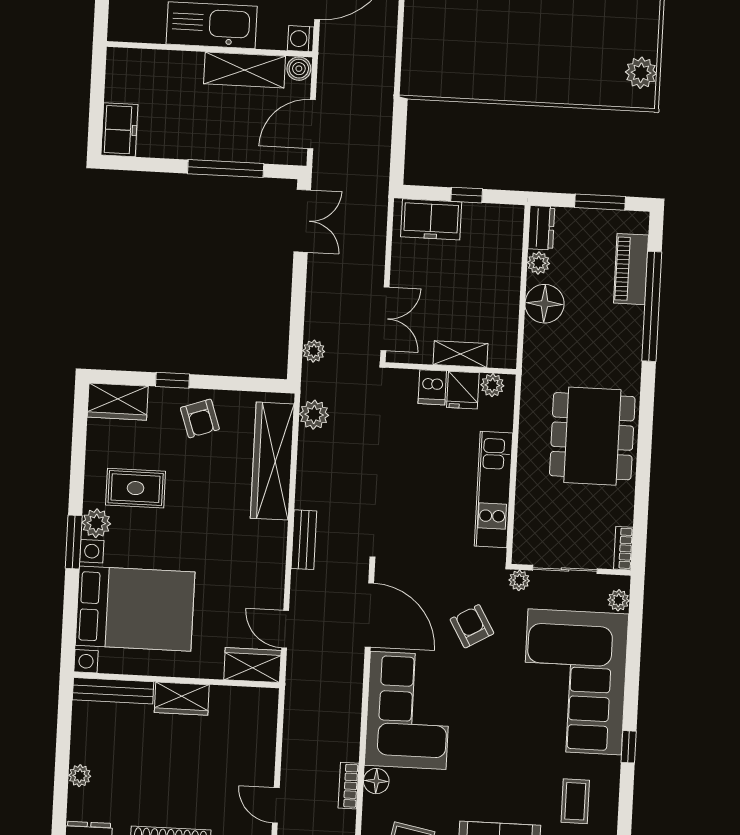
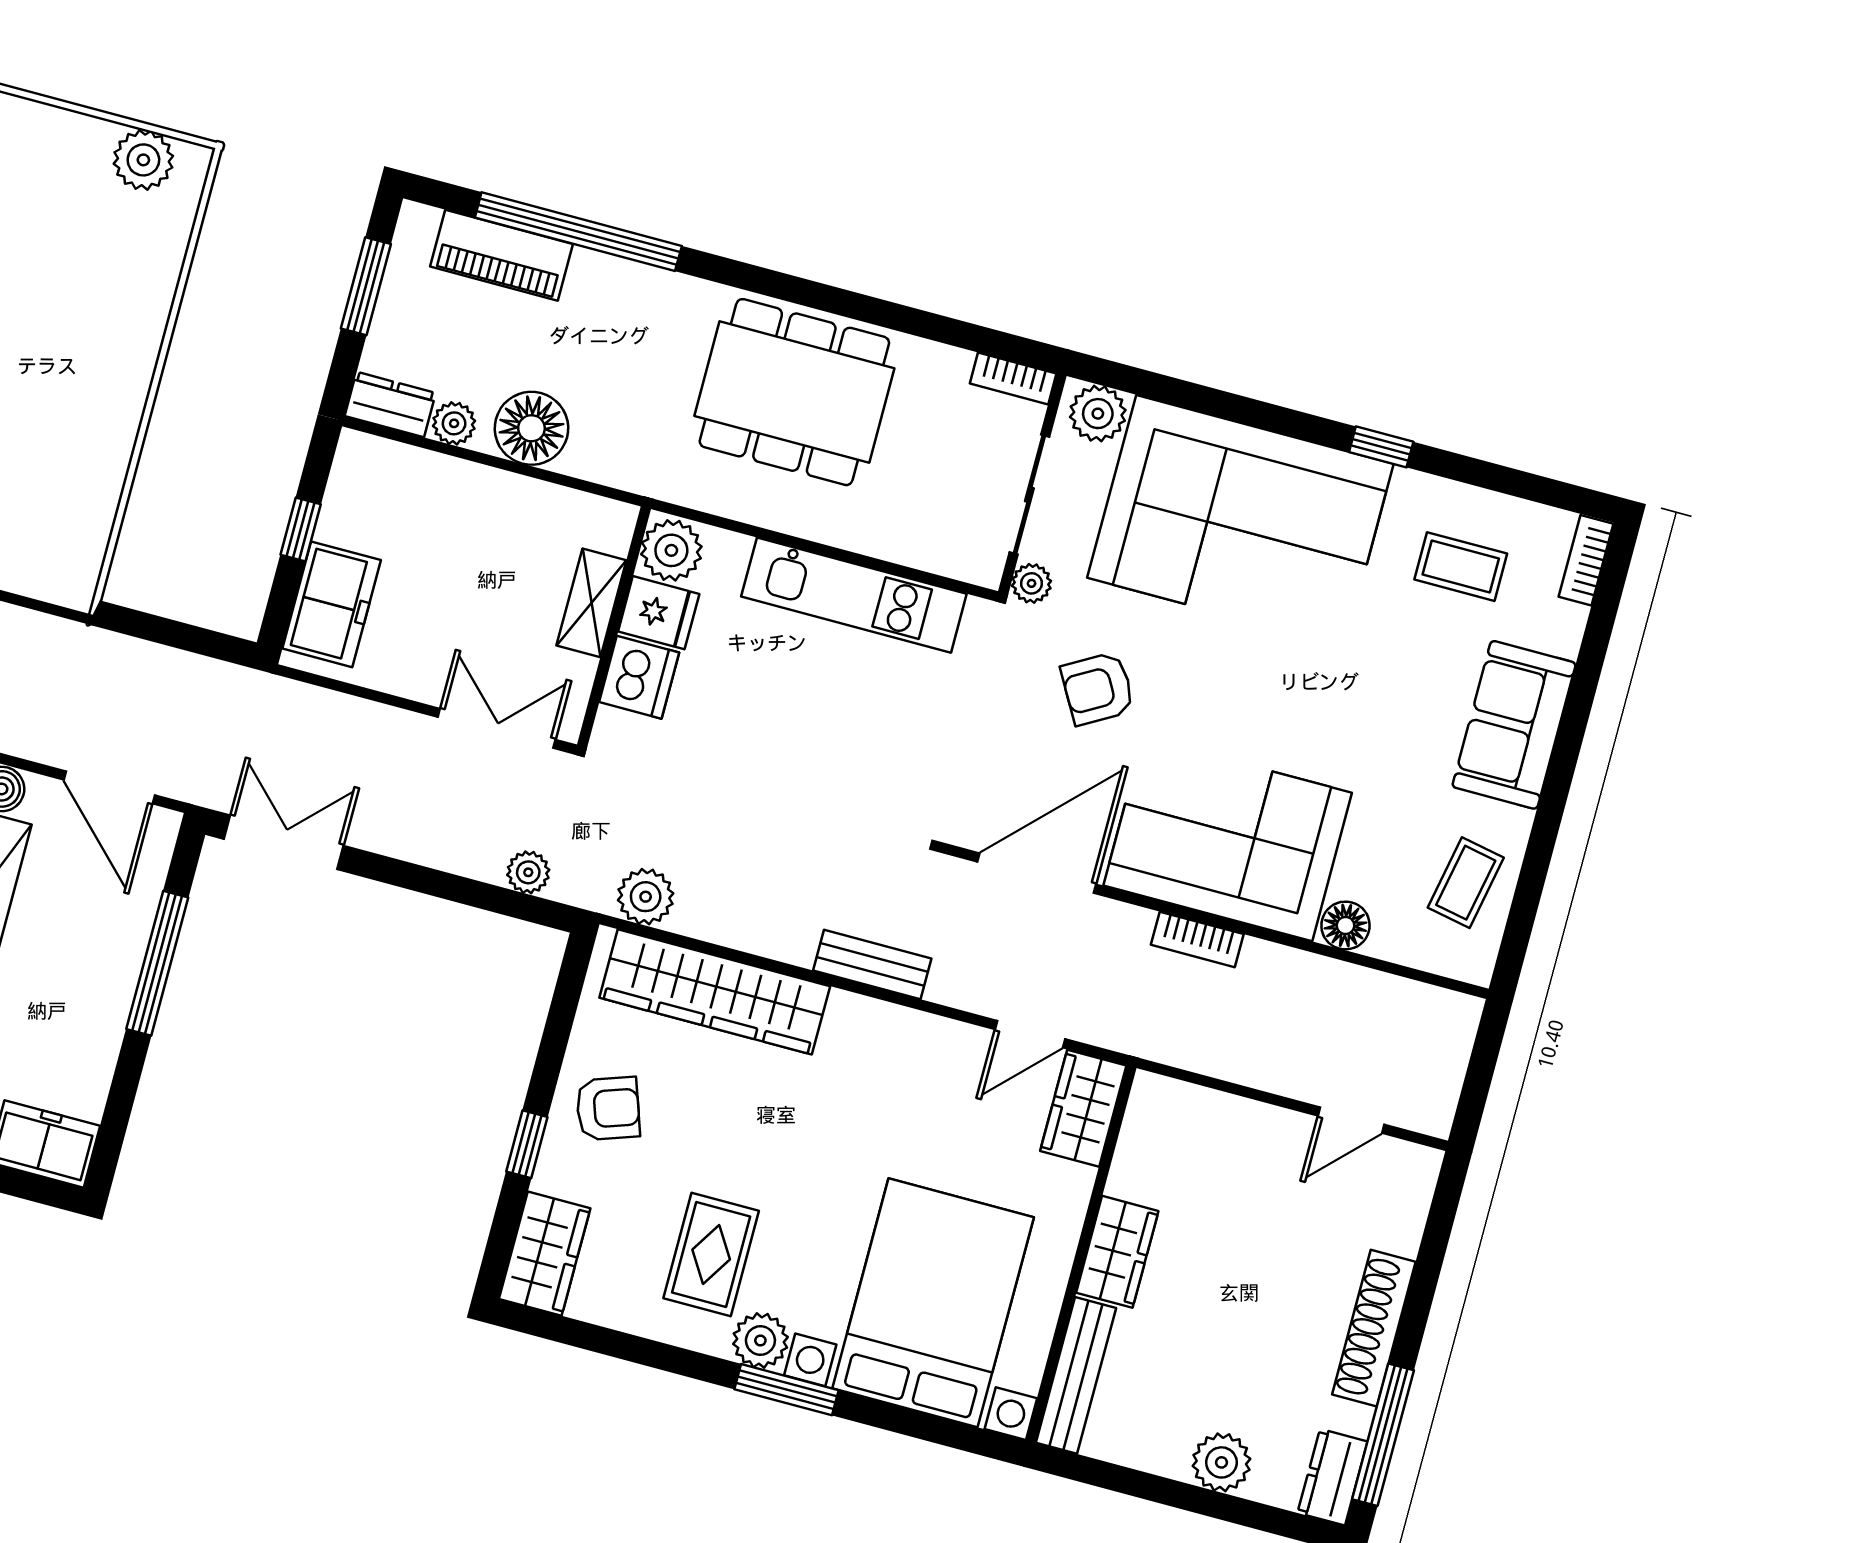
plant: (492, 385) -> (671, 550), width x1.38, depth x1.38
dishwasher: (432, 387) -> (639, 677), width x1.38
plant: (618, 600) -> (1098, 414), width x1.38, depth x1.38
plant: (80, 776) -> (1221, 1462), width x1.38, depth x1.38
bookcase: (348, 786) -> (1197, 939), moved

